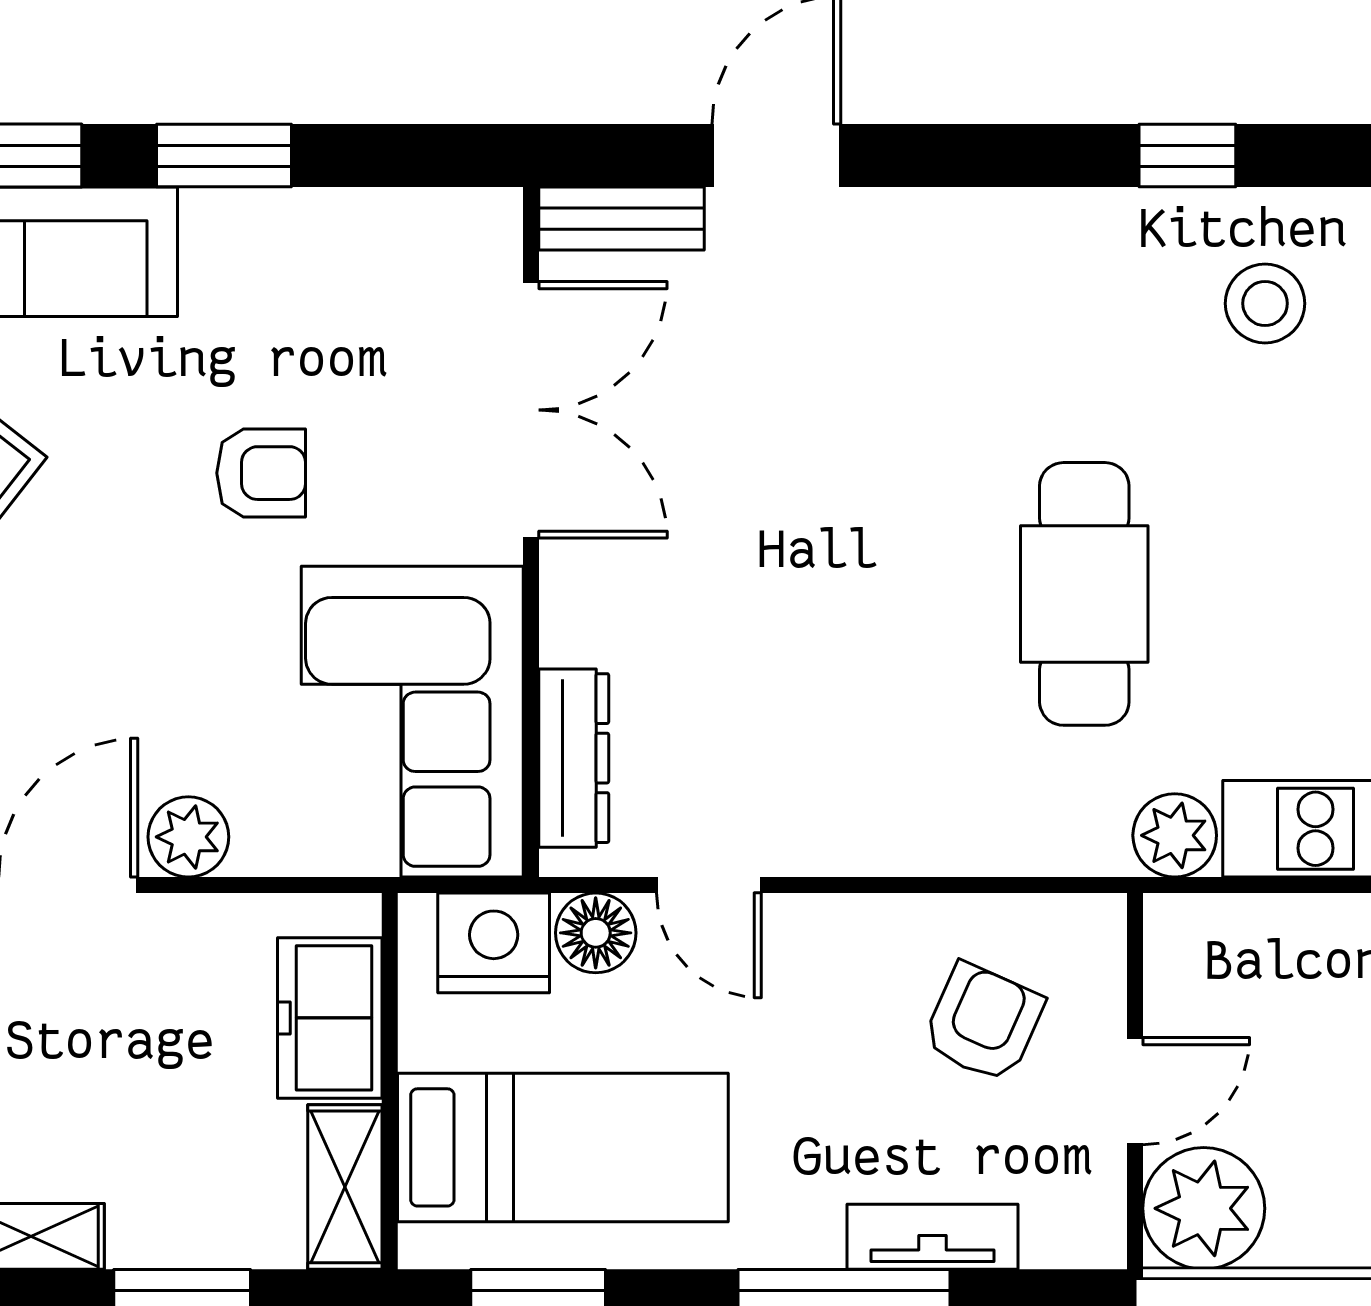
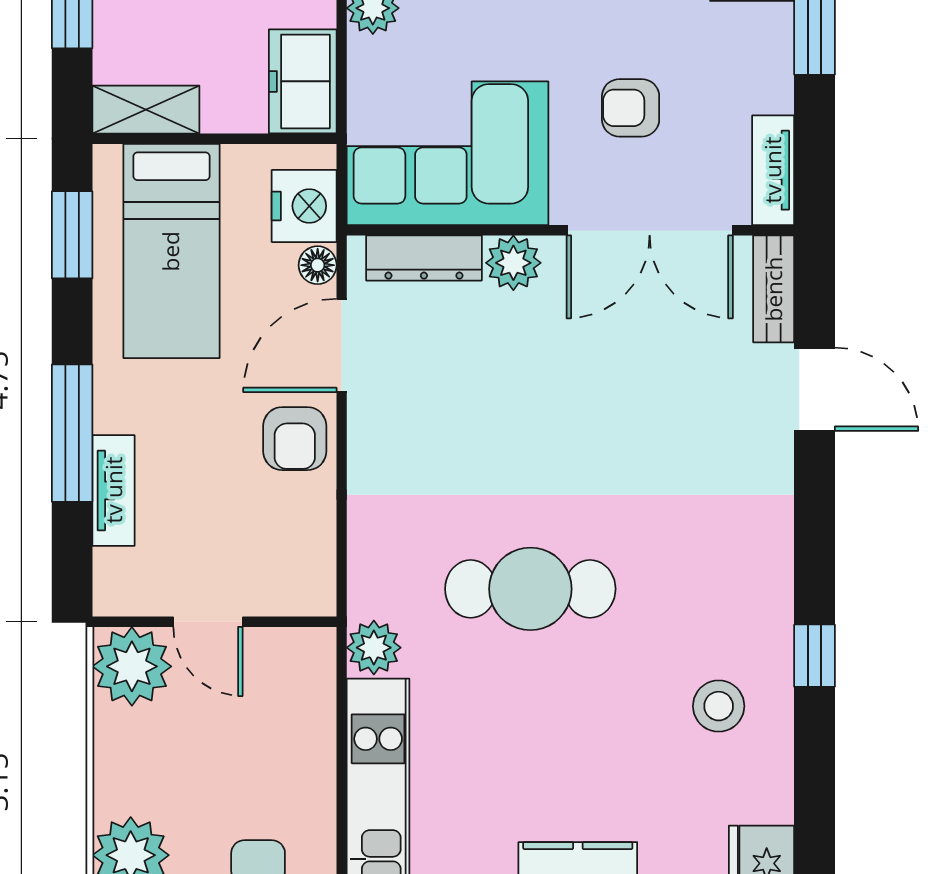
tv unit: (438, 219) -> (773, 170), added
armchair: (261, 473) -> (631, 108), moved, turned 90
plant: (581, 620) -> (513, 263), added
door: (709, 885) -> (342, 346), width x1.38
floor lamp: (596, 933) -> (318, 265), width x0.73, depth x0.73
freezer: (330, 1018) -> (303, 81), moved, turned -90
armchair: (983, 1023) -> (295, 439), moved, turned 66

